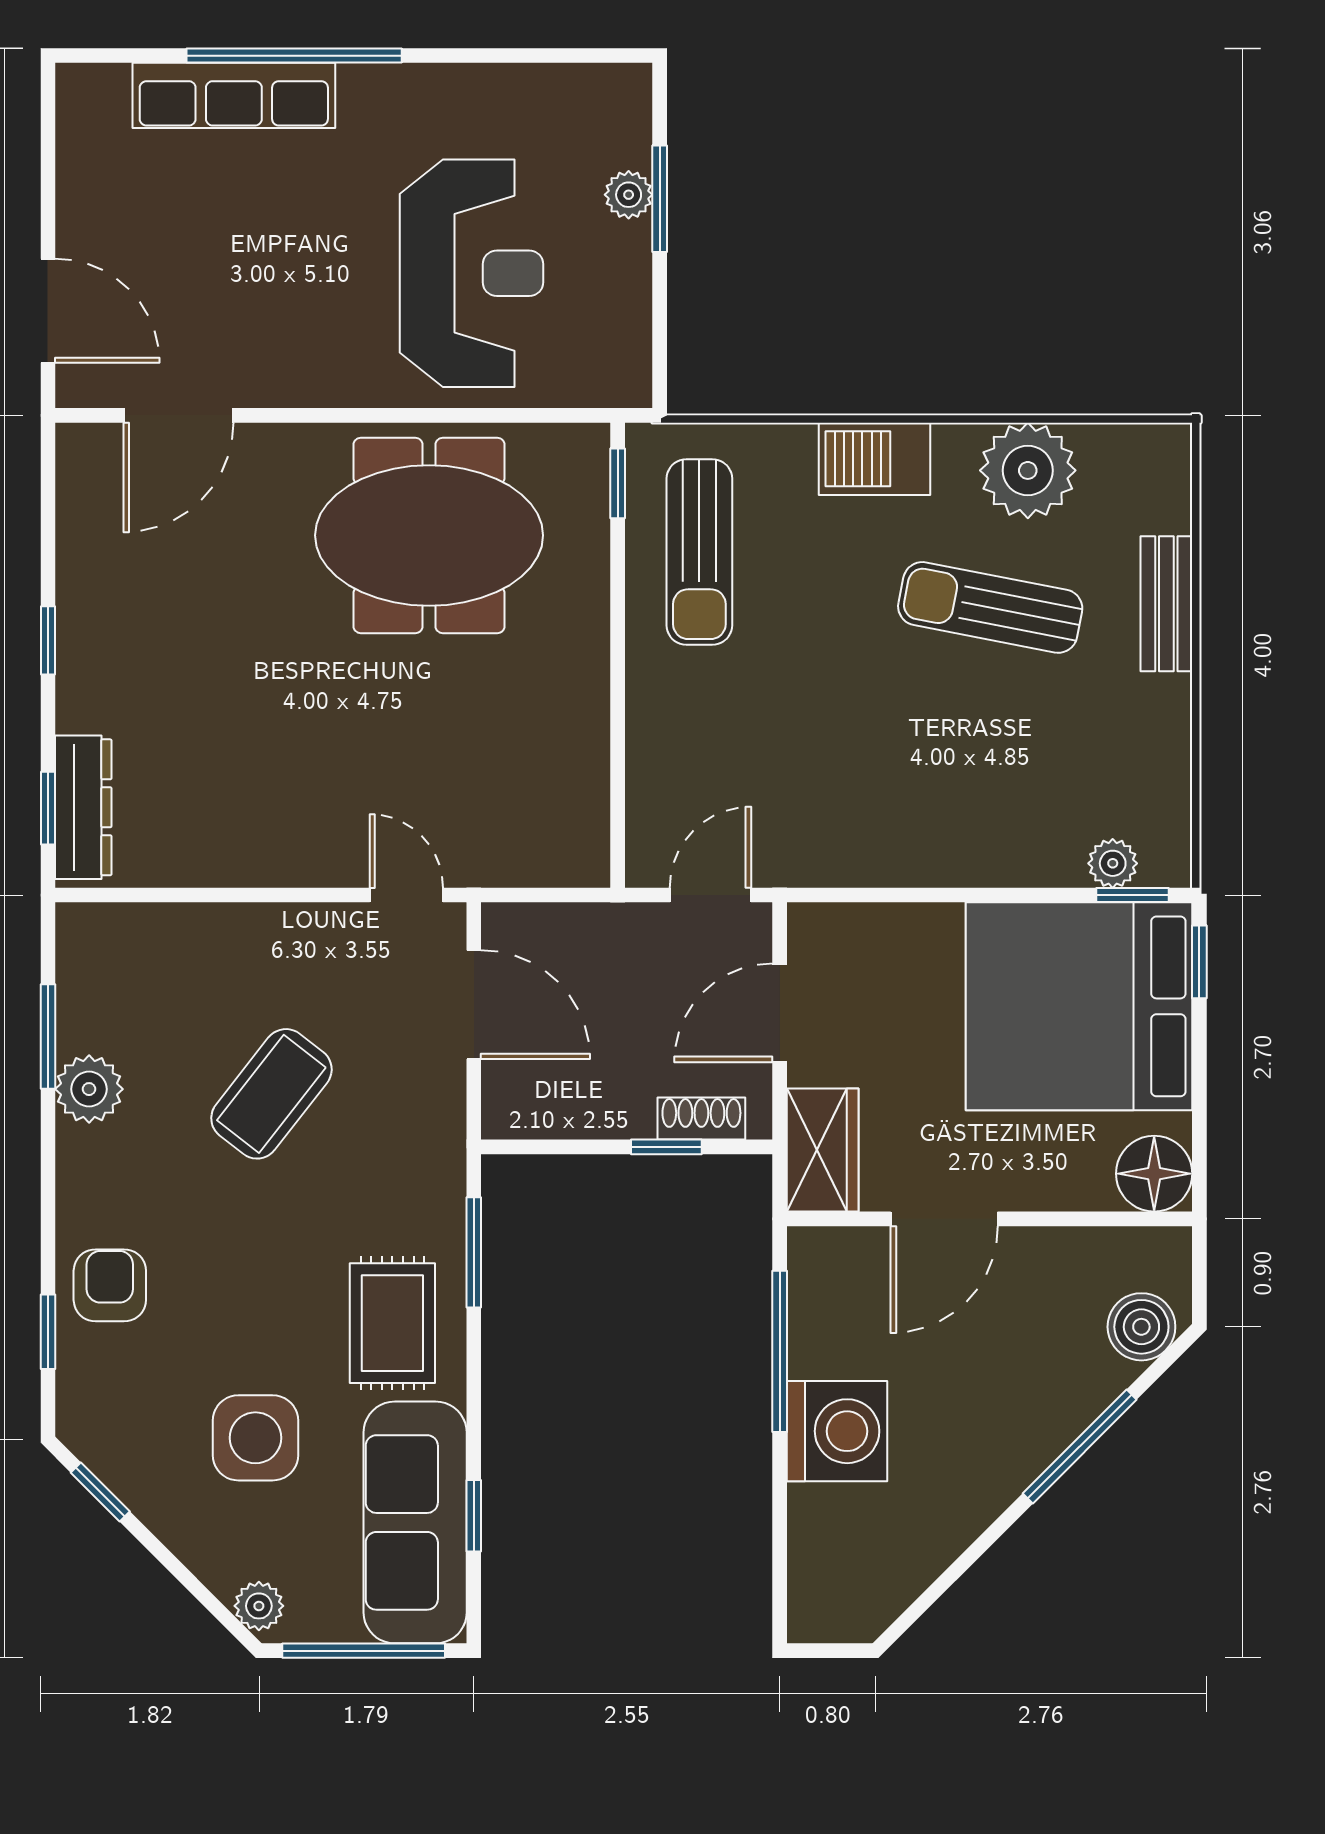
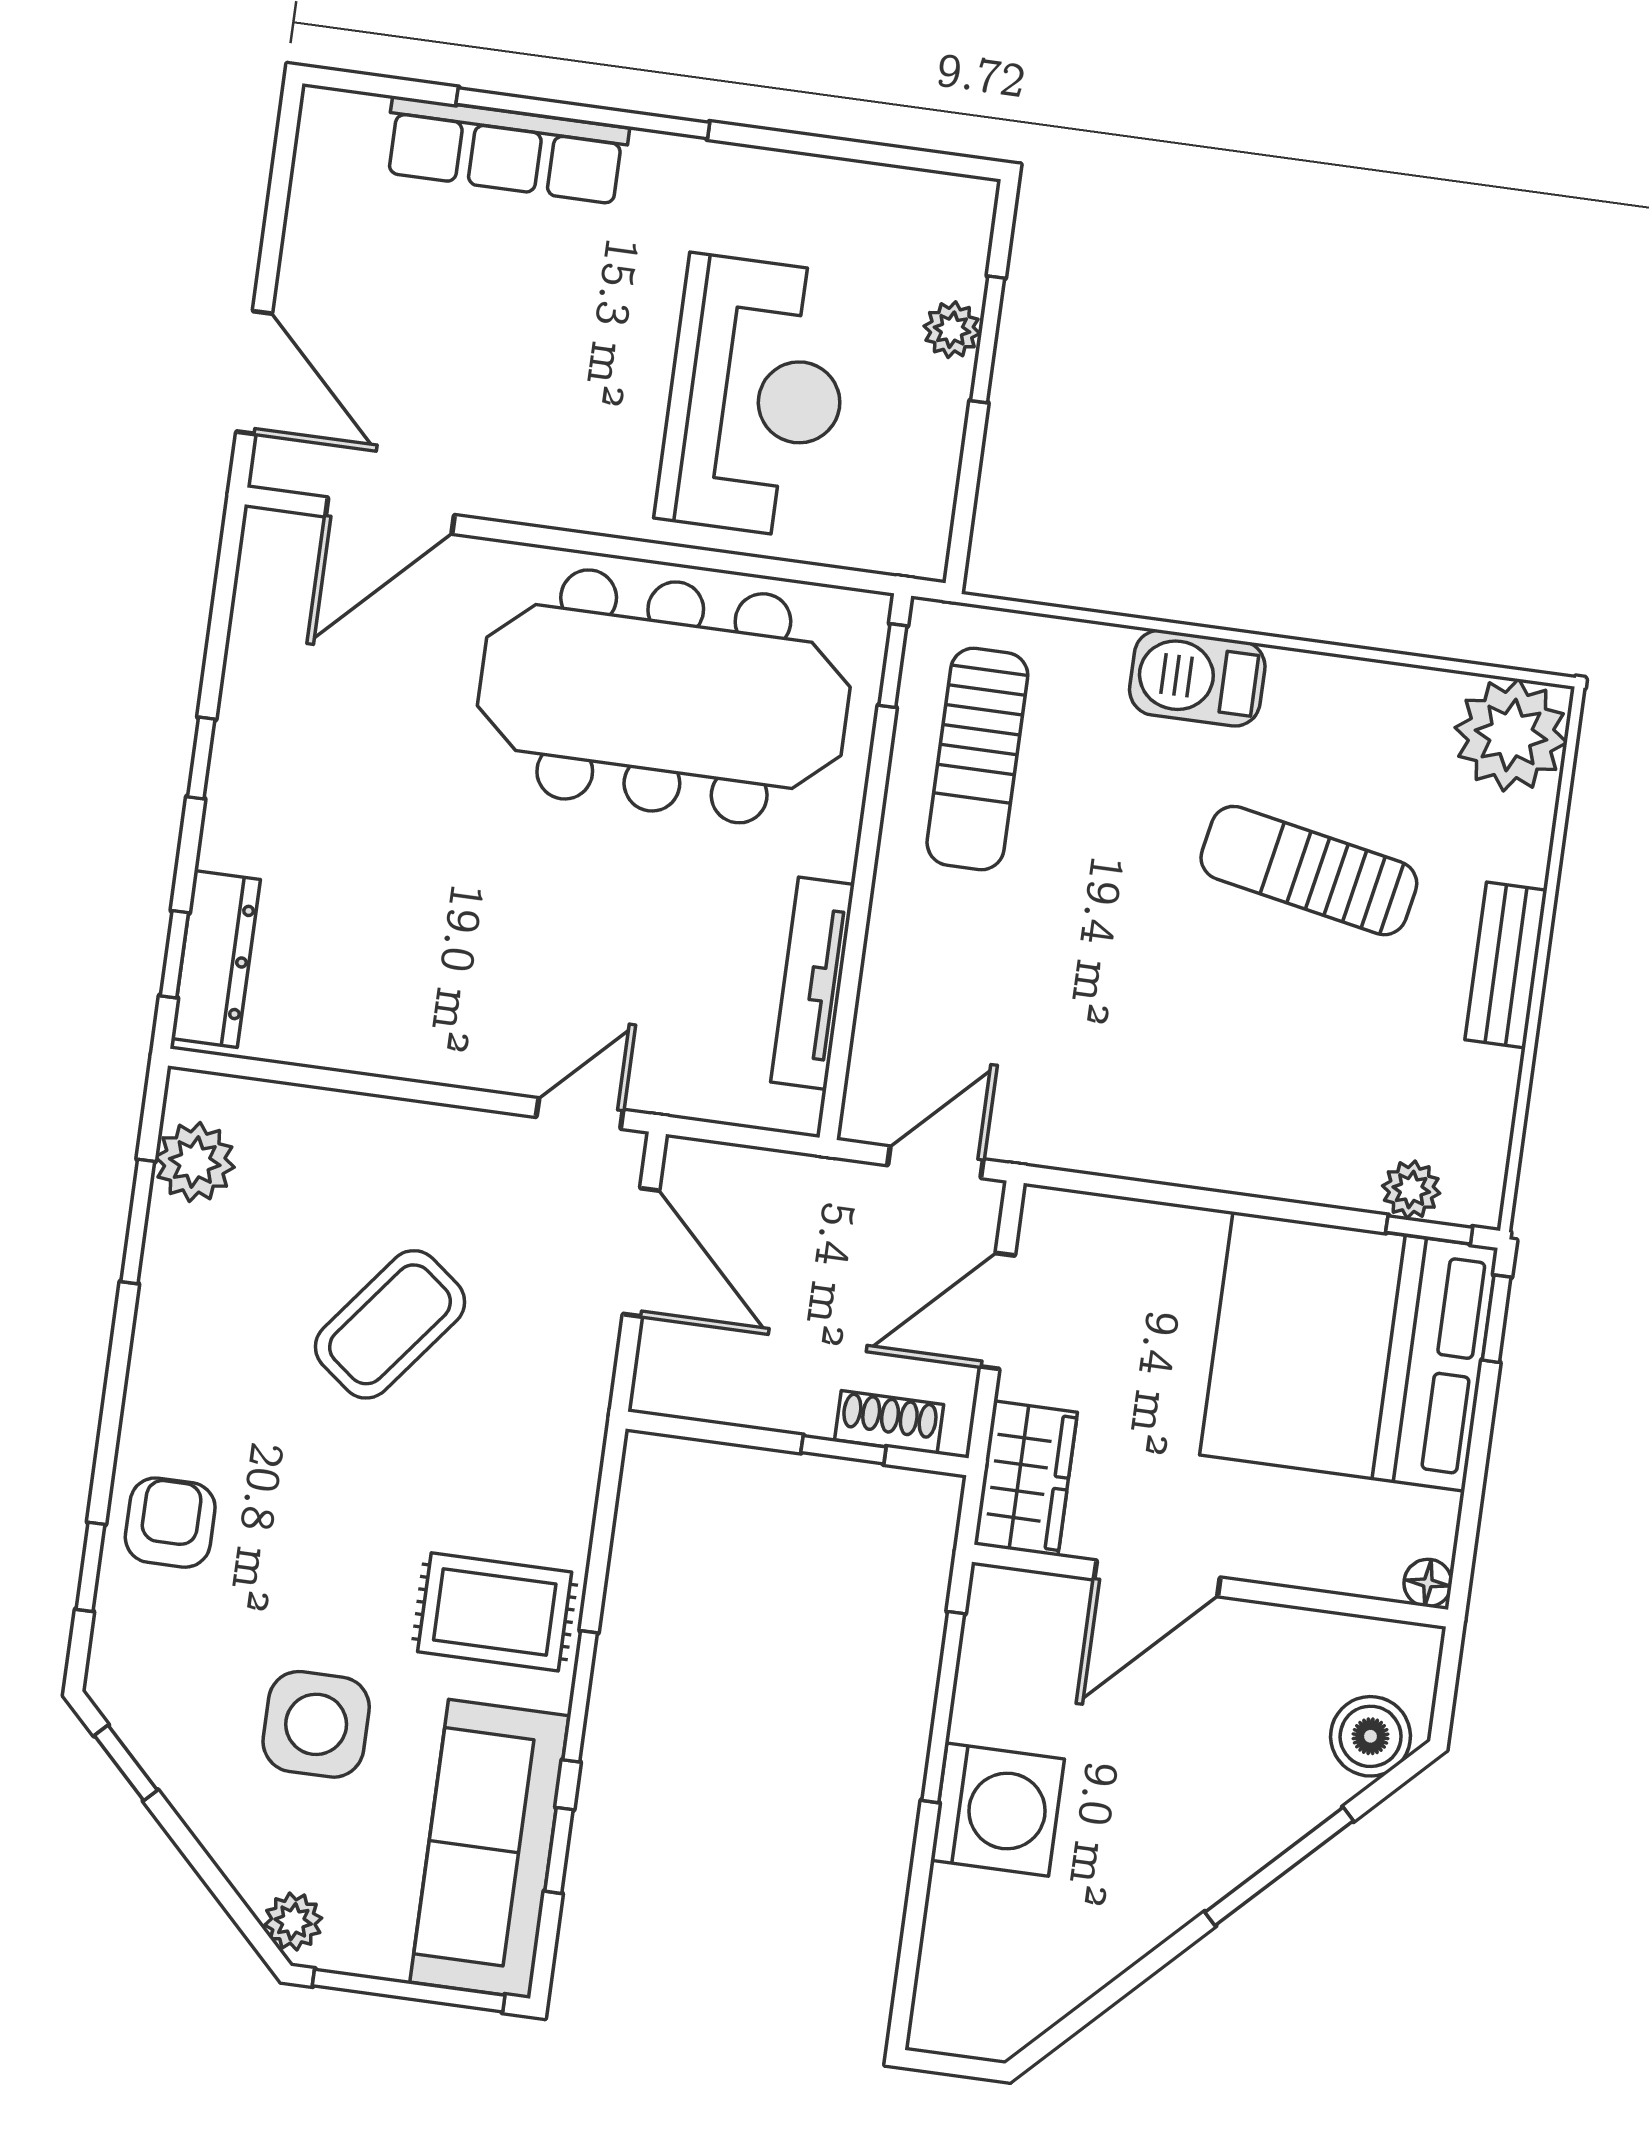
plant: (1028, 470) -> (1511, 735), moved
meeting table: (429, 535) -> (664, 696), width x1.36
bench: (1166, 604) -> (1506, 965), moved
tv unit: (587, 759) -> (812, 983), added
door: (406, 895) -> (580, 1113), hinge flipped
plant: (89, 1089) -> (195, 1162), moved
floor lamp: (1154, 1174) -> (1428, 1583), width x0.53, depth x0.53
window: (474, 1252) -> (580, 1696), moved
rug: (392, 1323) -> (495, 1612), turned 90

